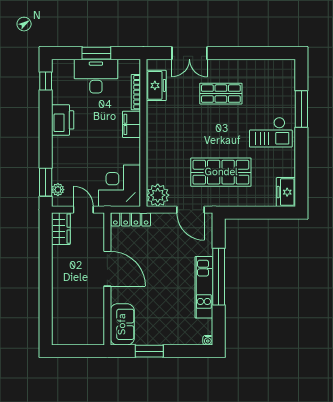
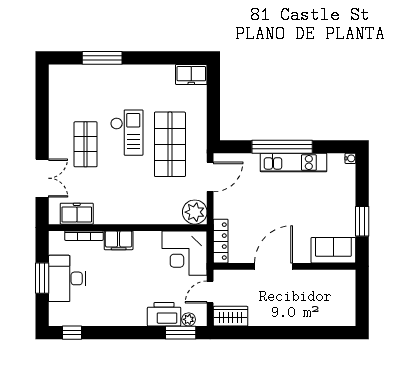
printer: (63, 120) -> (164, 314), moved
checkout: (271, 132) -> (127, 133), moved

